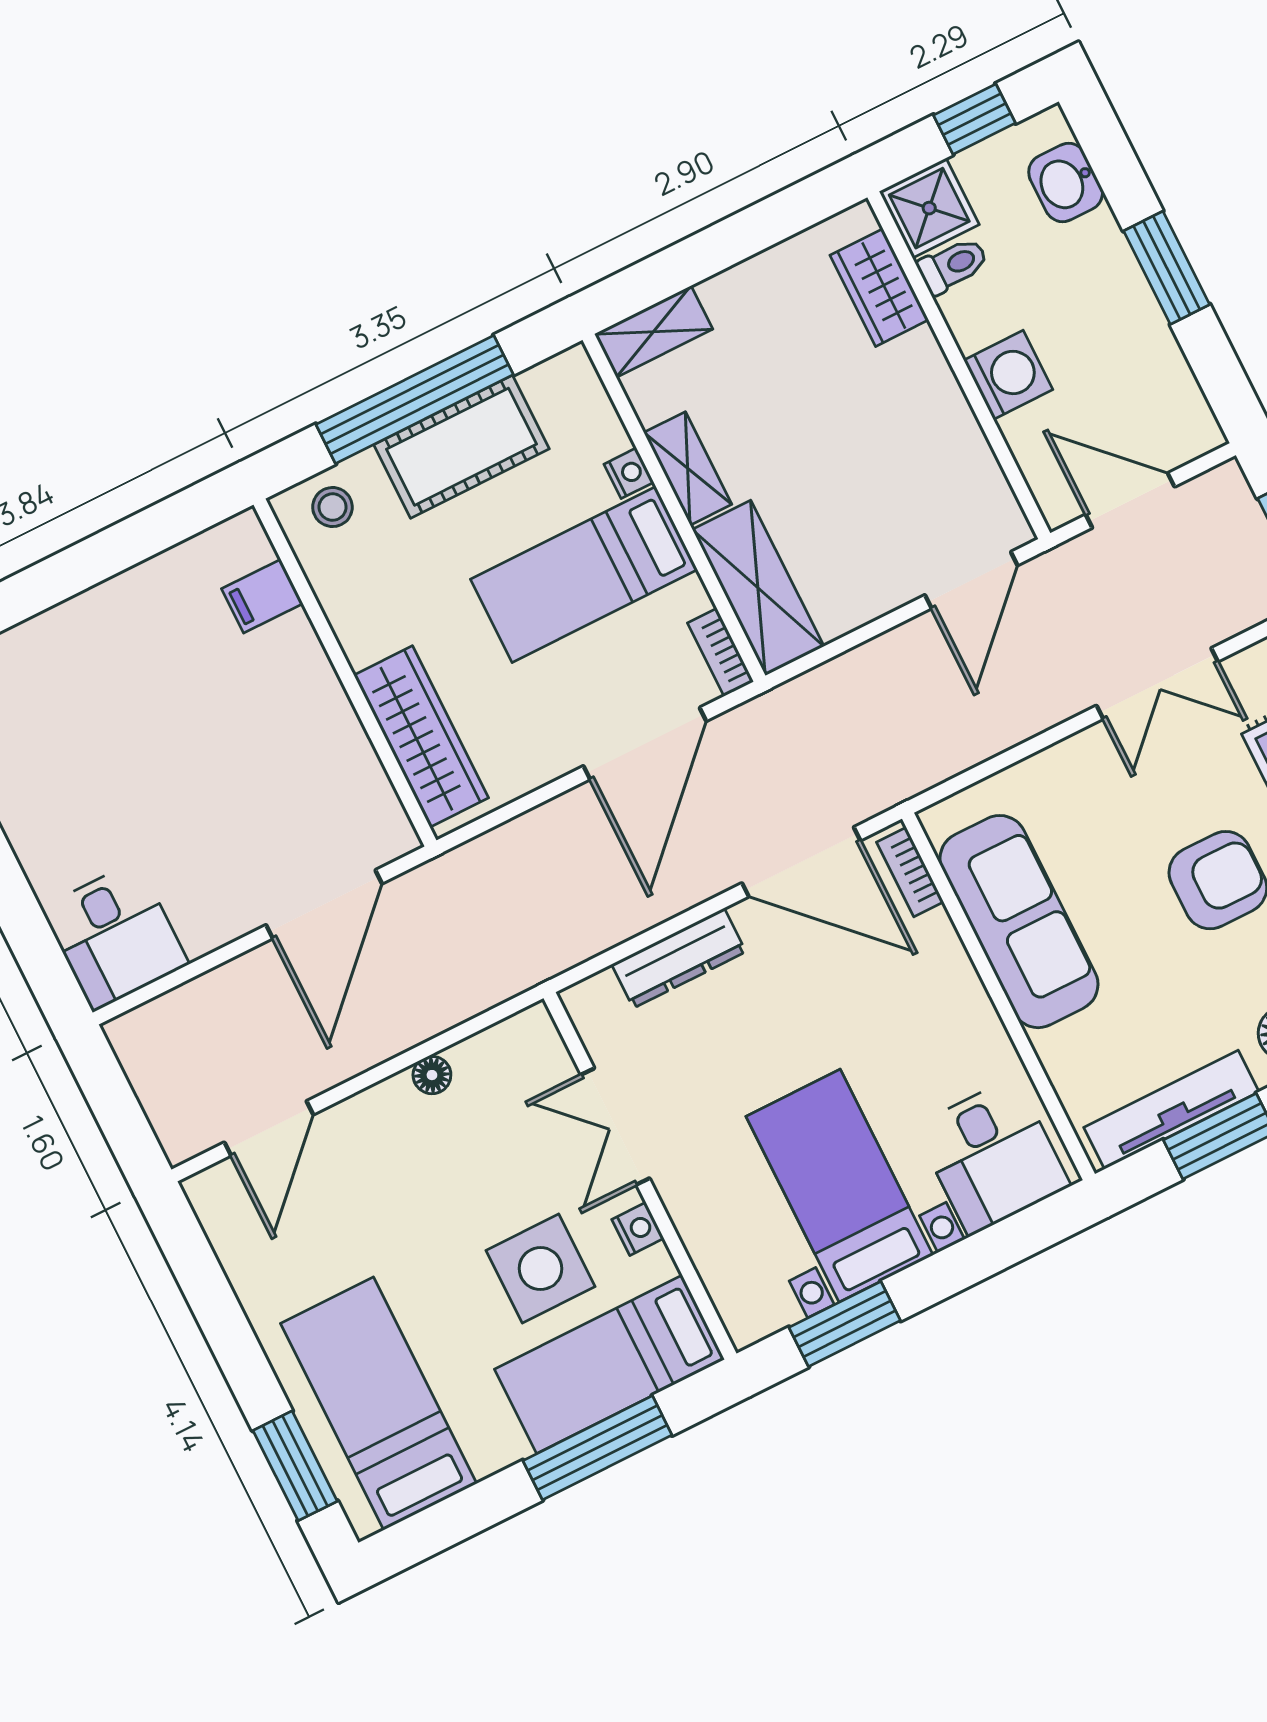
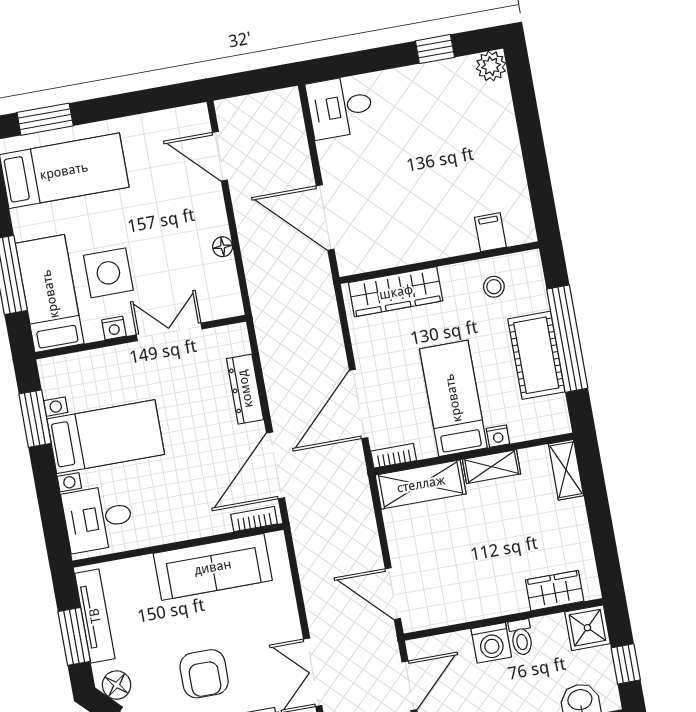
toilet: (953, 265) -> (521, 637), moved
stool: (332, 507) -> (494, 287), moved
door: (645, 744) -> (359, 404), hinge flipped

